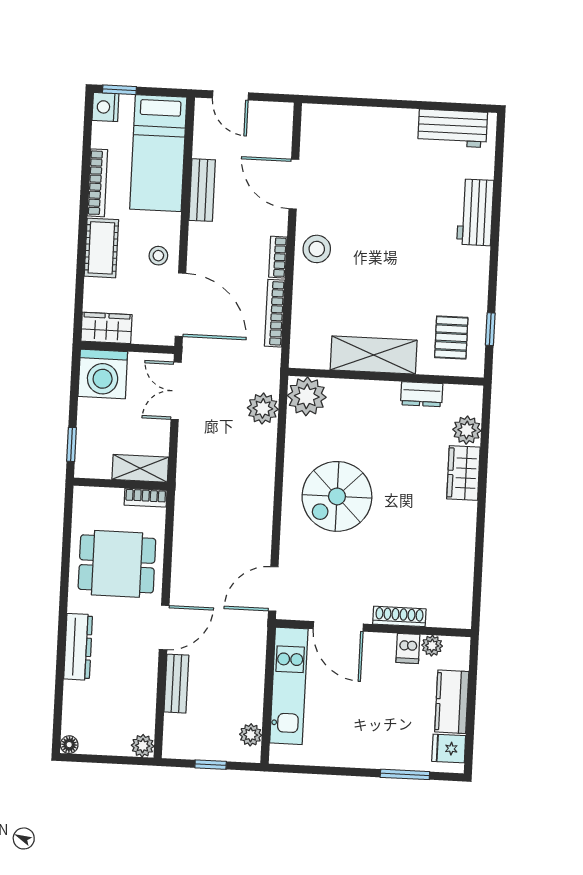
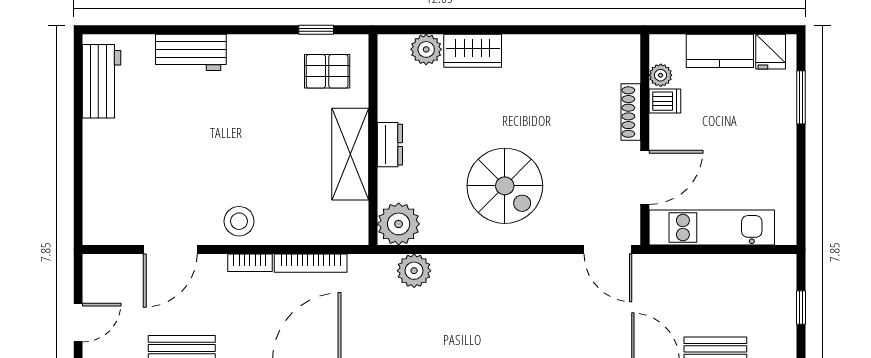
dresser: (422, 394) -> (390, 145), moved
plant: (251, 735) -> (767, 266), removed

